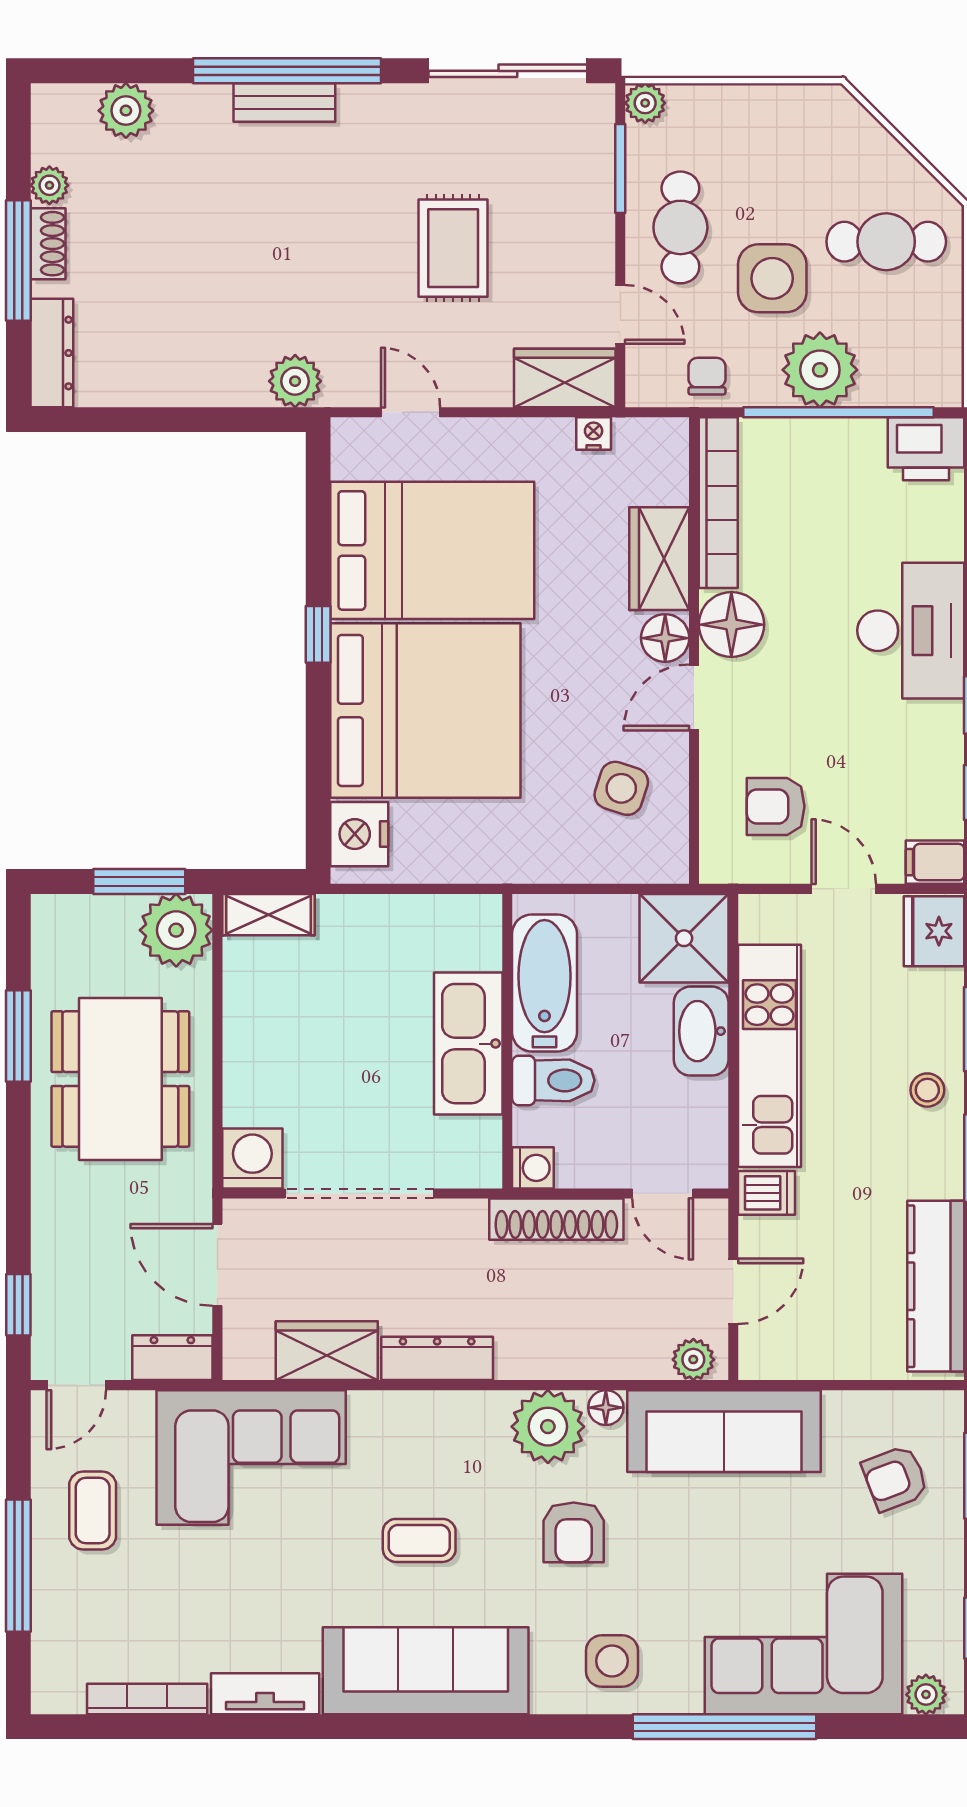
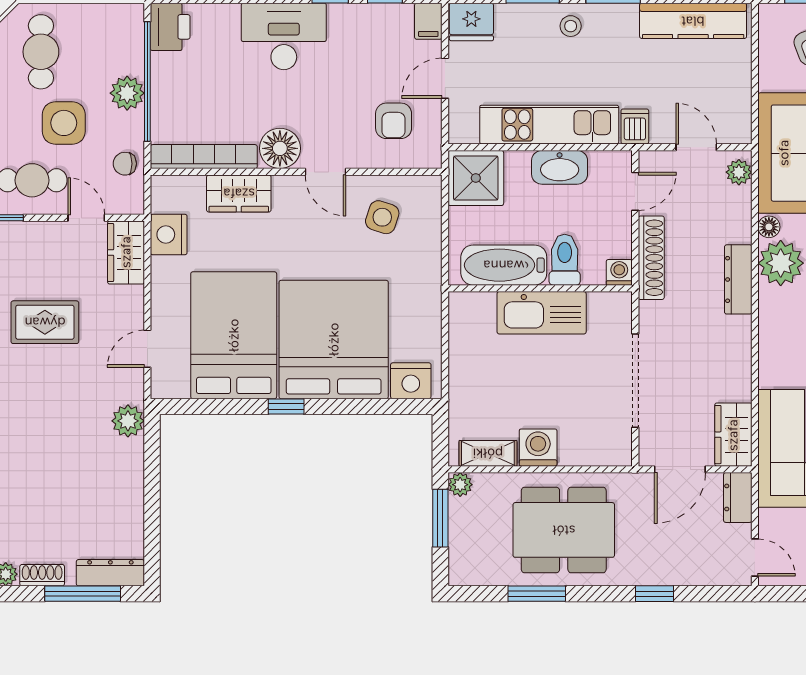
window: (18, 260) -> (83, 594), moved
door: (620, 314) -> (86, 218), hinge flipped
plant: (820, 370) -> (127, 93), width x0.73, depth x0.73
nightstand: (594, 433) -> (169, 234), width x1.89, depth x1.79
floor lamp: (665, 638) -> (288, 190), removed
shelving: (268, 915) -> (488, 453), moved, turned 90
plant: (176, 930) -> (460, 485), width x0.53, depth x0.53
washbasin: (701, 1031) -> (560, 167), moved
washing machine: (252, 1159) -> (538, 448), moved, turned 90
window: (18, 1305) -> (654, 594), moved
wardrobe: (327, 1351) -> (733, 435), moved
dresser: (437, 1358) -> (738, 279), moved

